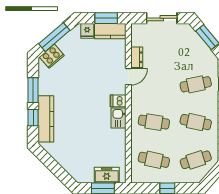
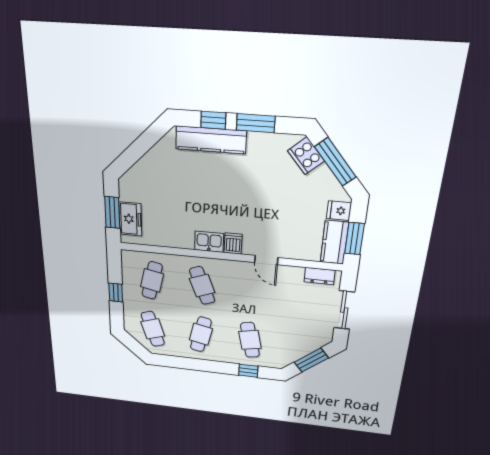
dresser: (137, 57) -> (319, 276), moved
cafe table: (154, 122) -> (202, 286), turned -30

